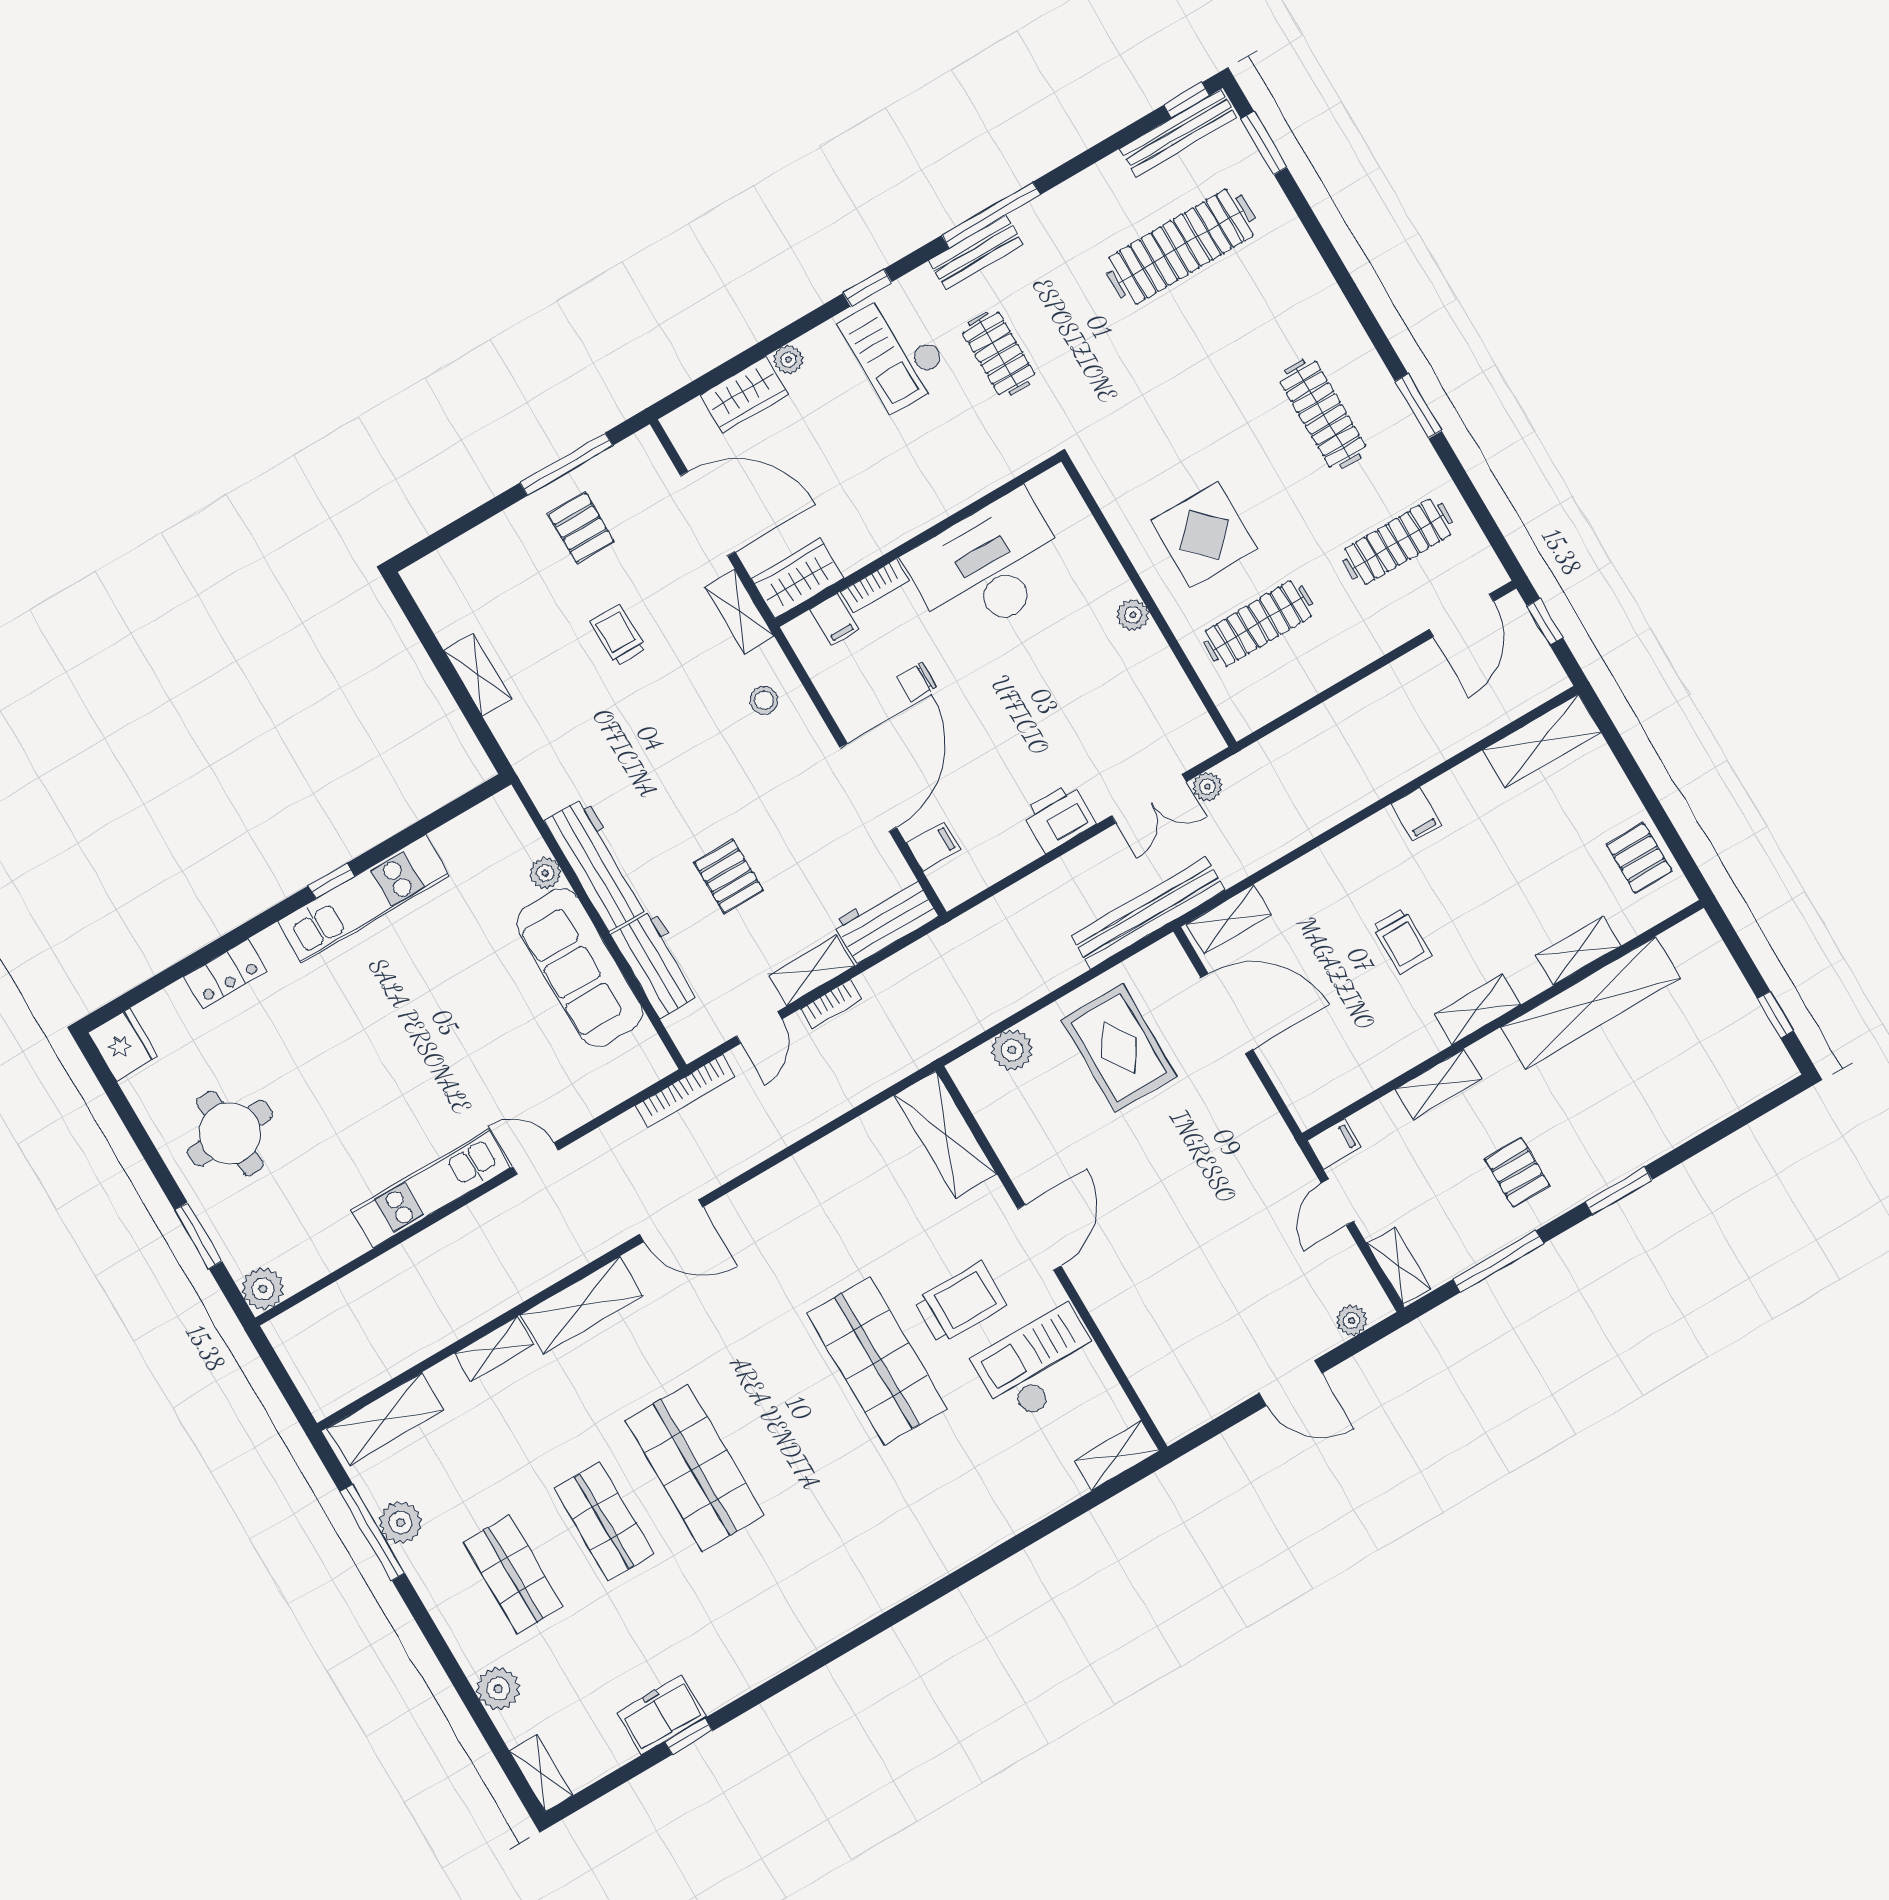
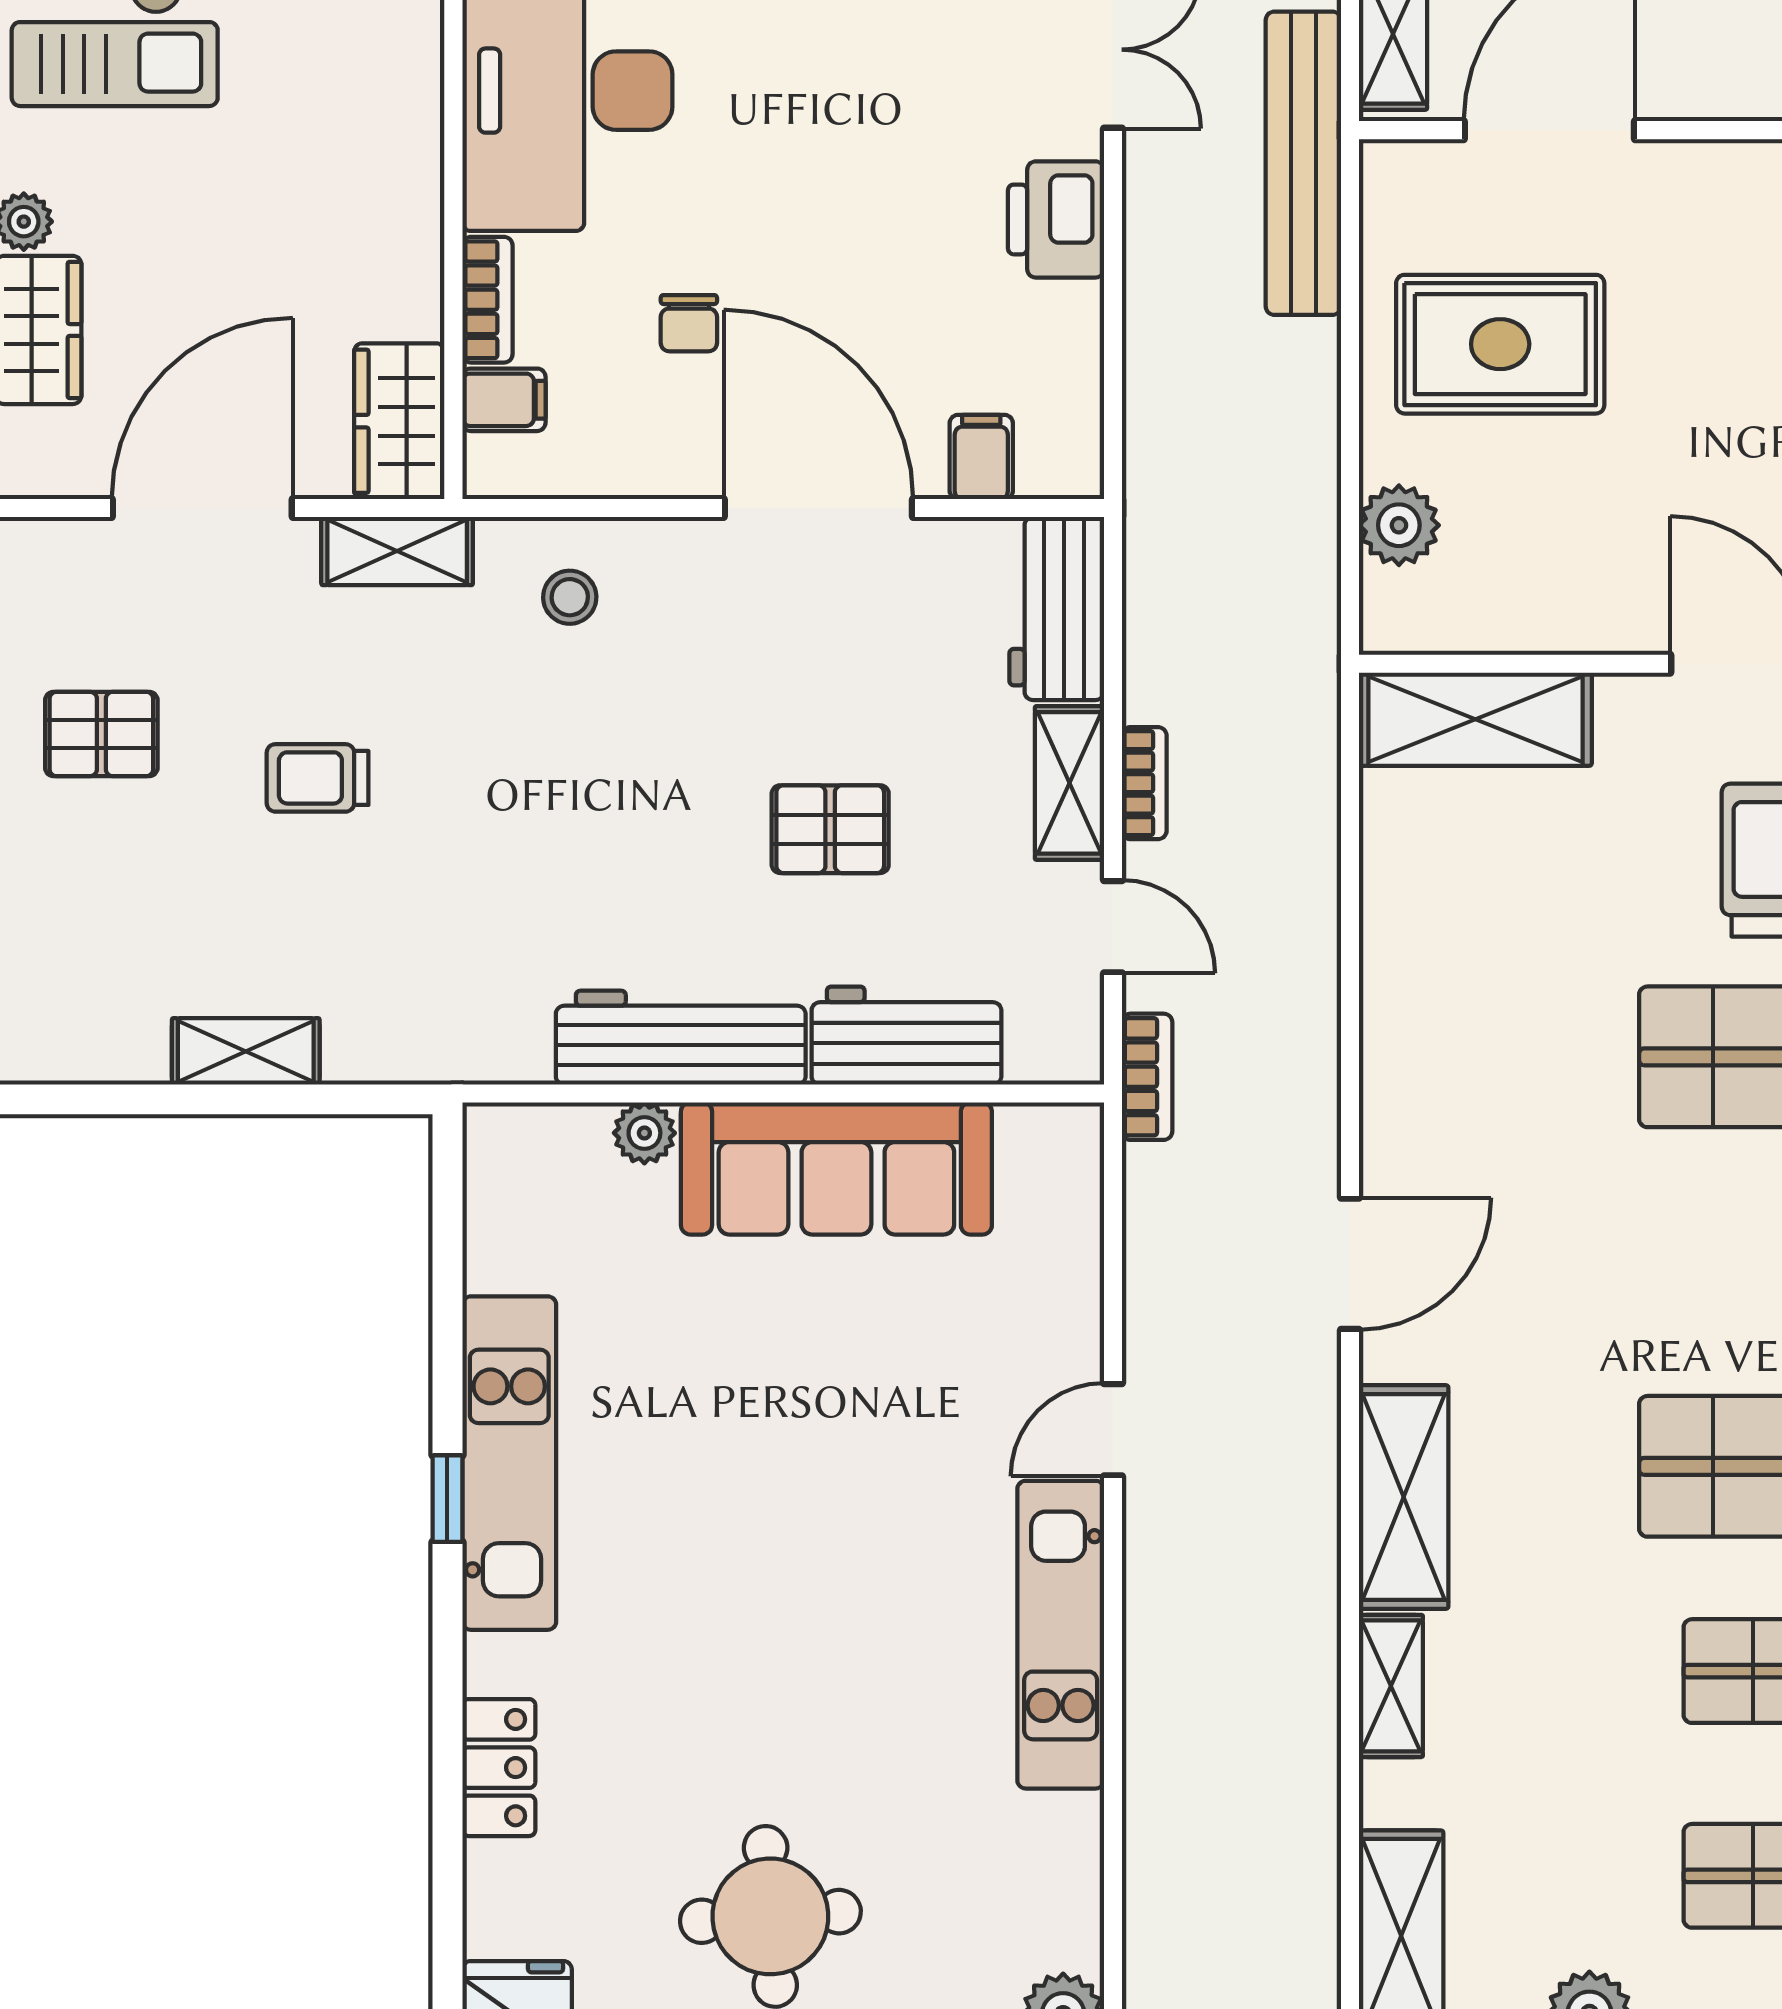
bookcase: (686, 1091) -> (1147, 1077), width x0.64

